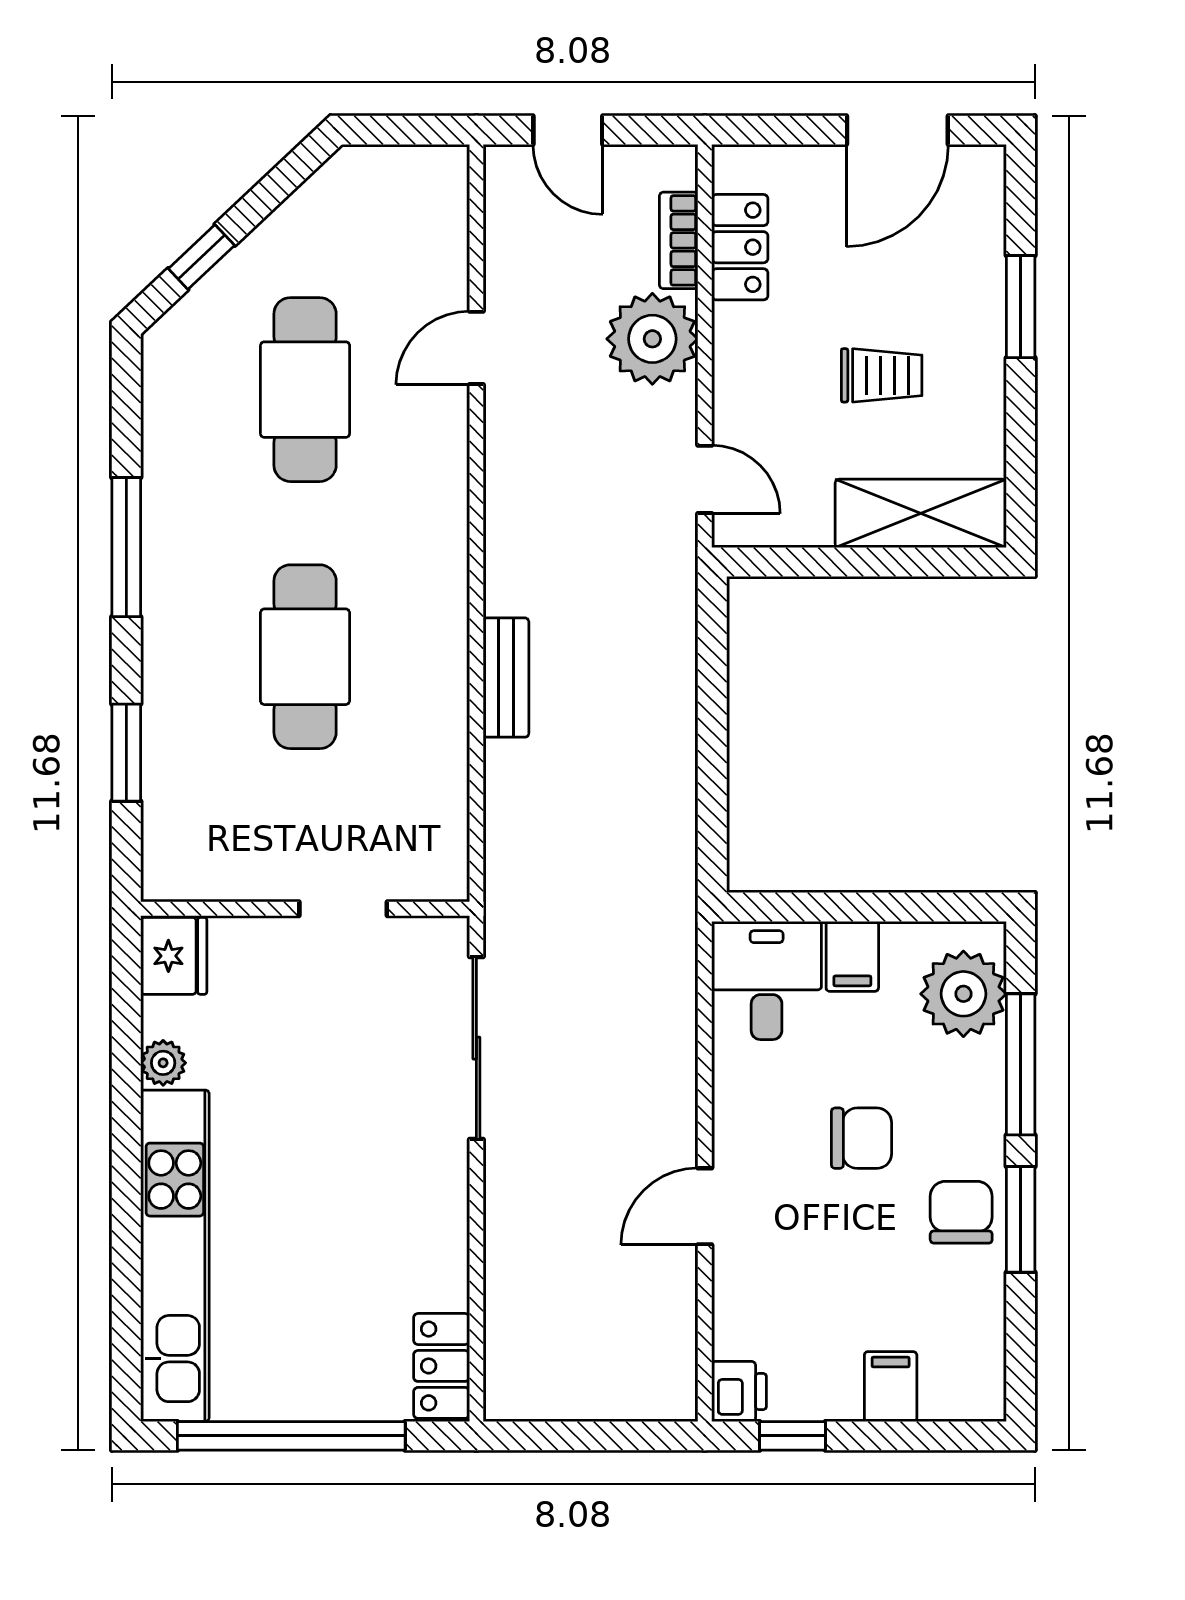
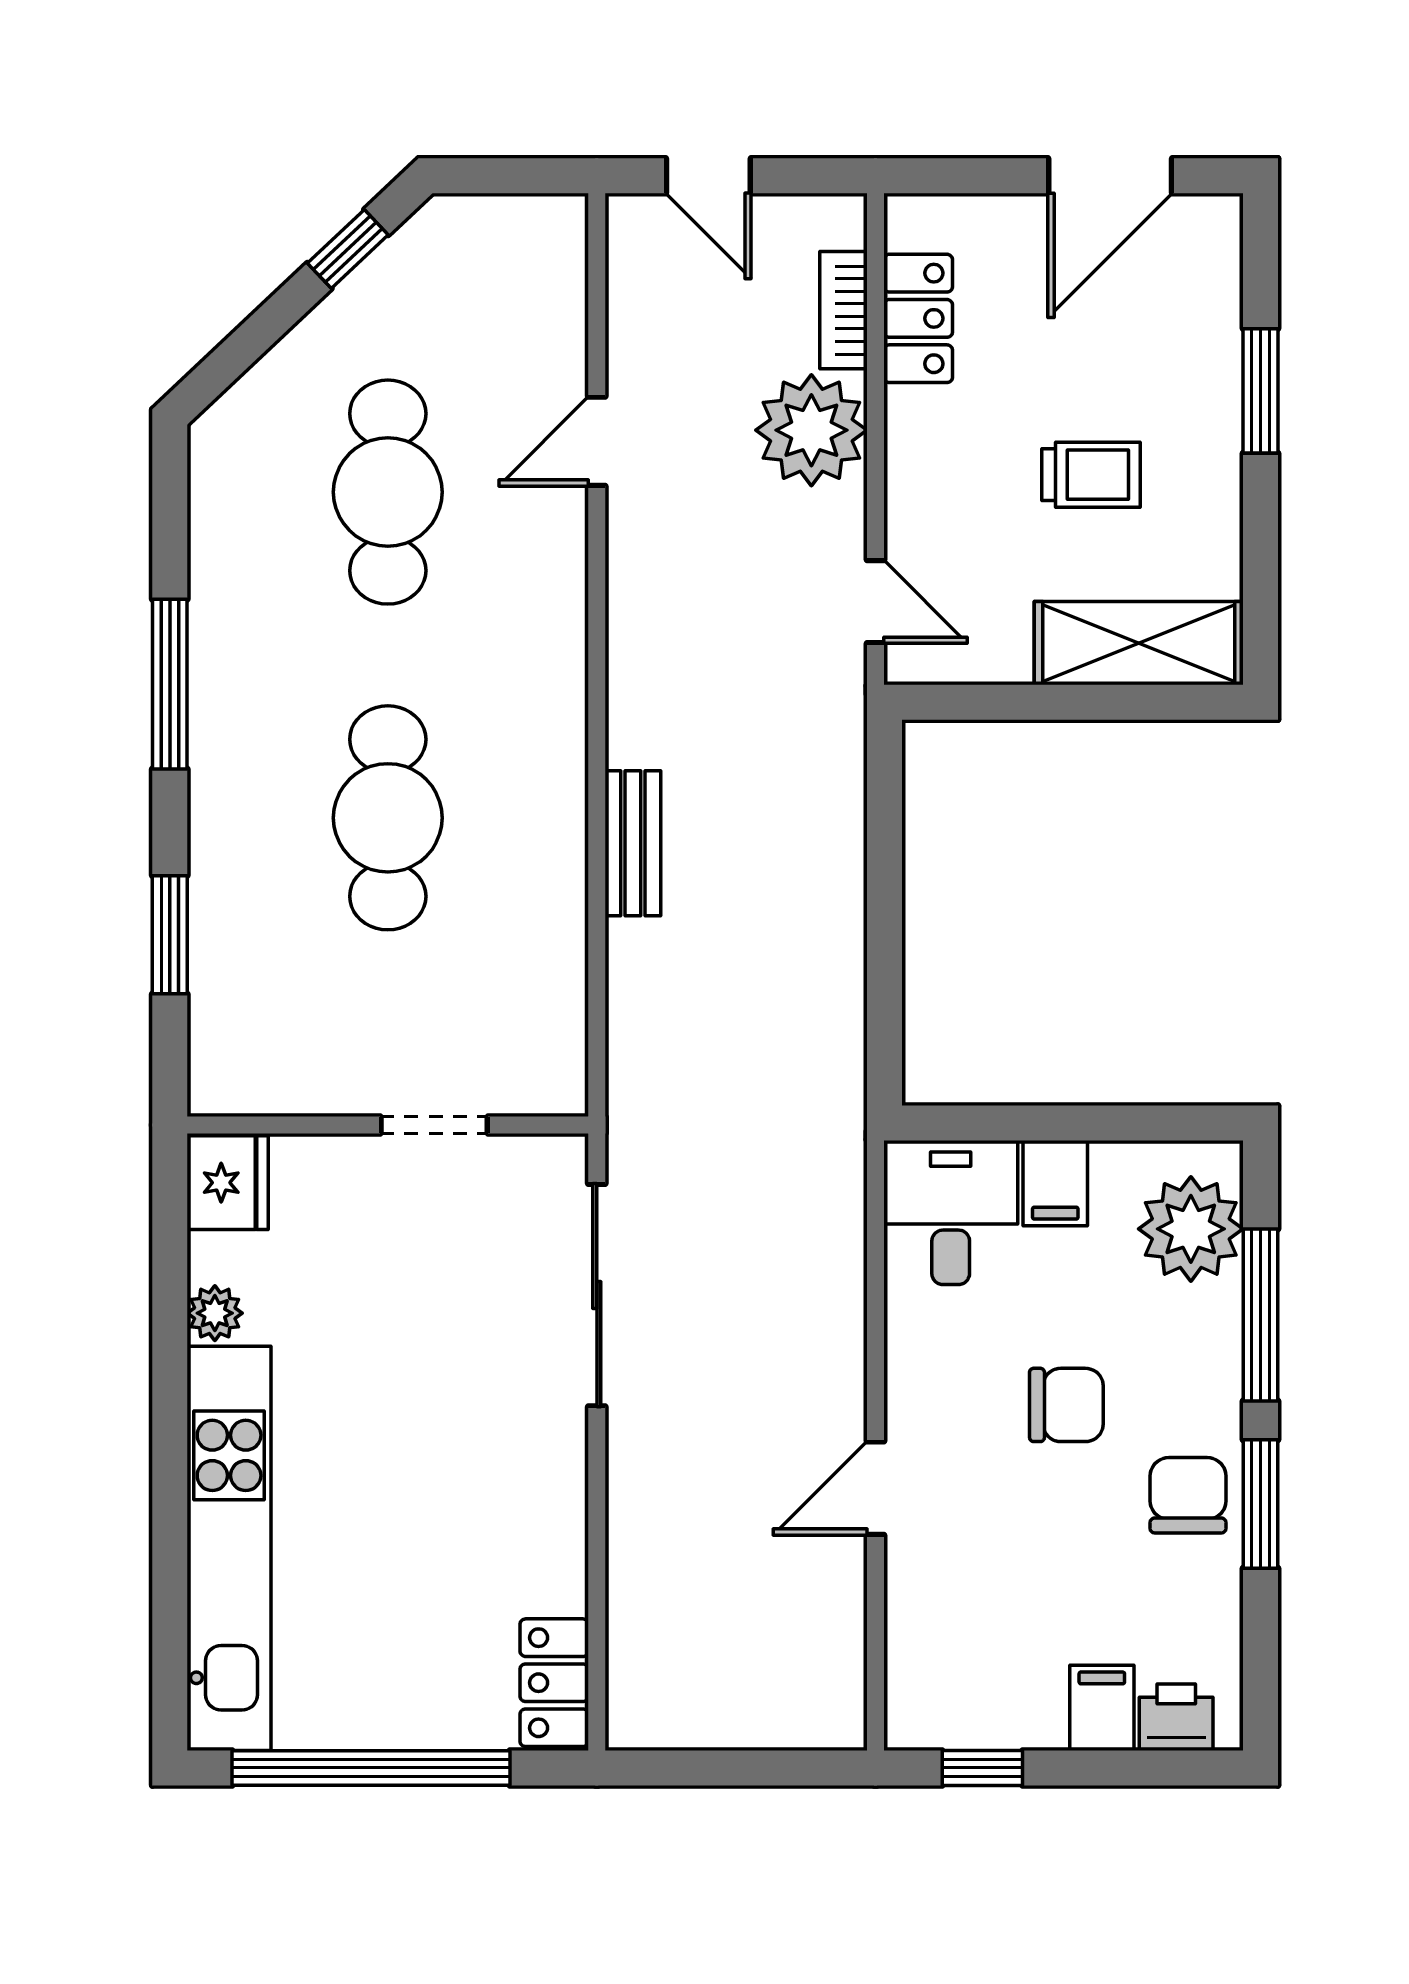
window: (201, 257) -> (348, 249), moved
printer: (739, 1391) -> (1176, 1717), moved, turned -90

